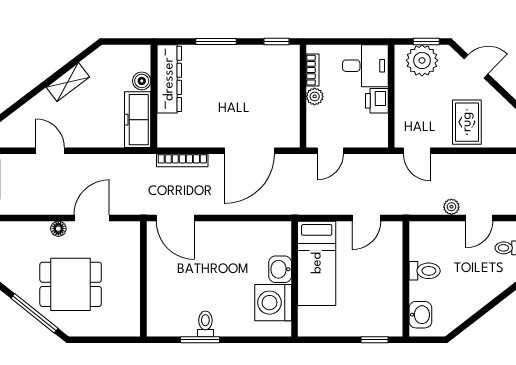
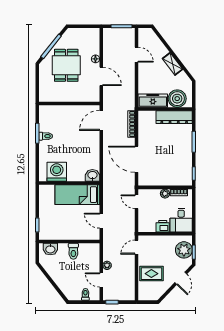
boiler: (142, 81) -> (177, 99), width x1.86, depth x1.86
door: (50, 151) -> (136, 55), hinge flipped
washbasin: (280, 269) -> (92, 175), moved

